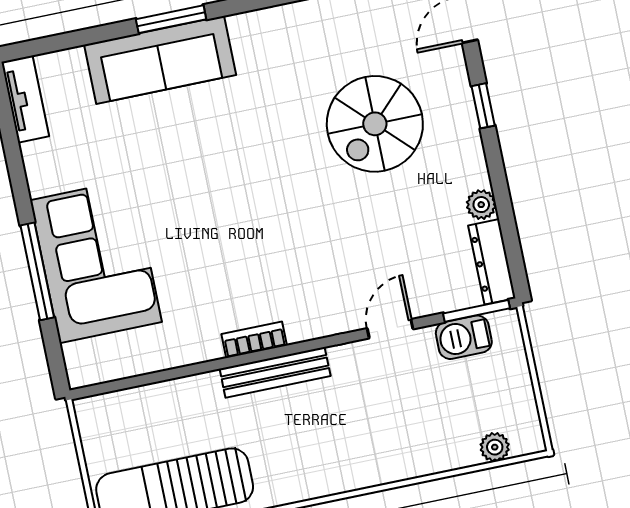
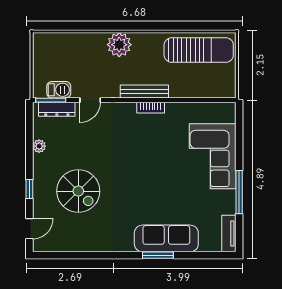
spiral stairs: (375, 124) -> (78, 191), turned 90
dresser: (492, 262) -> (57, 109), moved, turned 90
window: (37, 271) -> (239, 192), moved
plant: (495, 447) -> (119, 45), moved, width x1.88, depth x1.88

